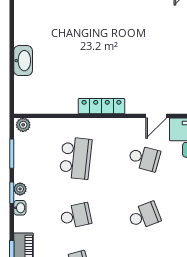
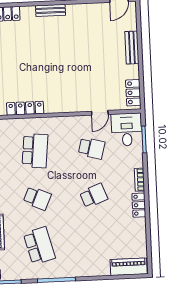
locker: (101, 106) -> (25, 108), moved
school desk: (76, 216) -> (37, 198), turned 36

